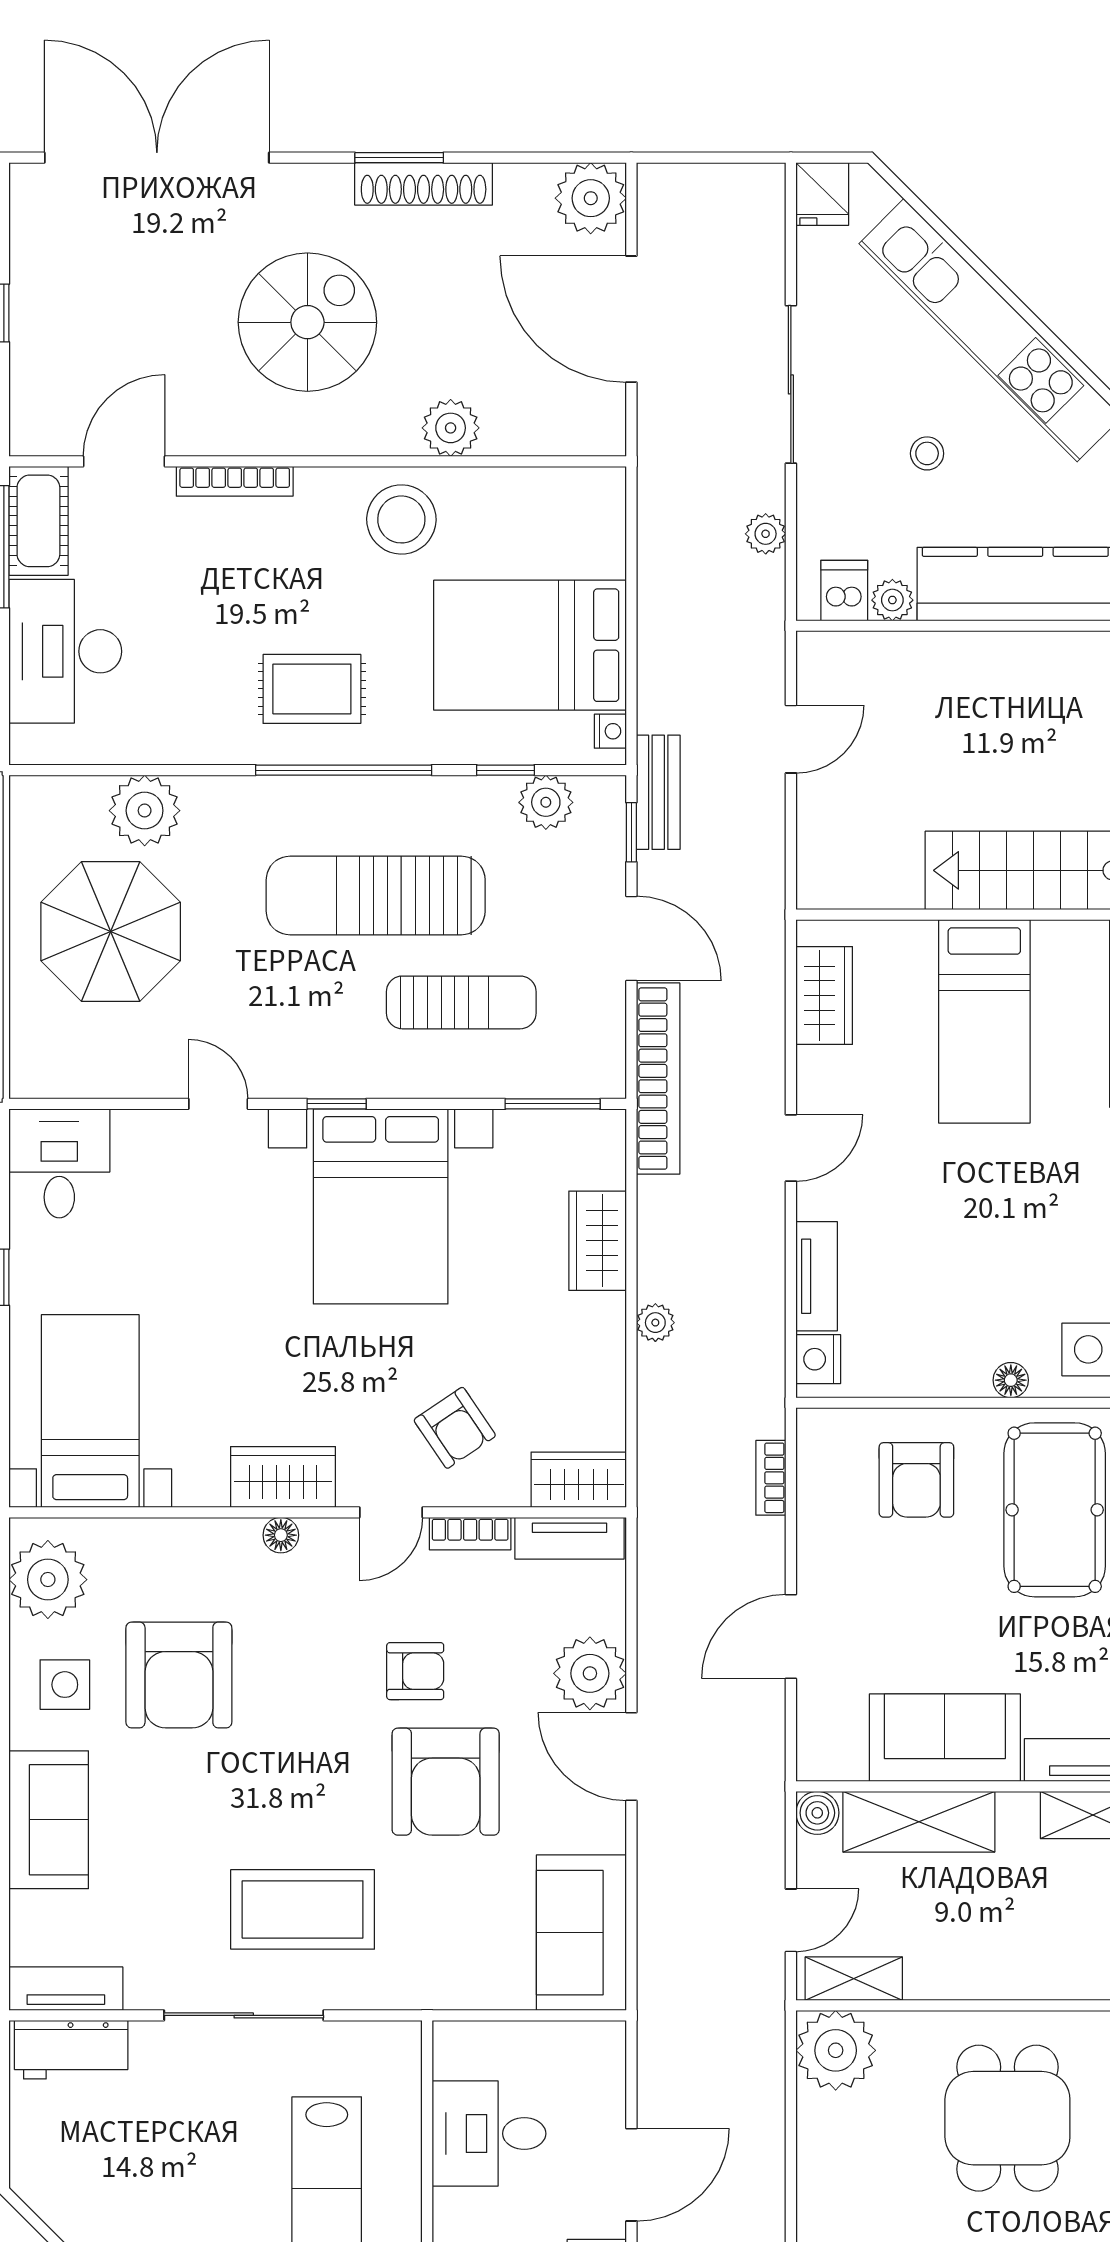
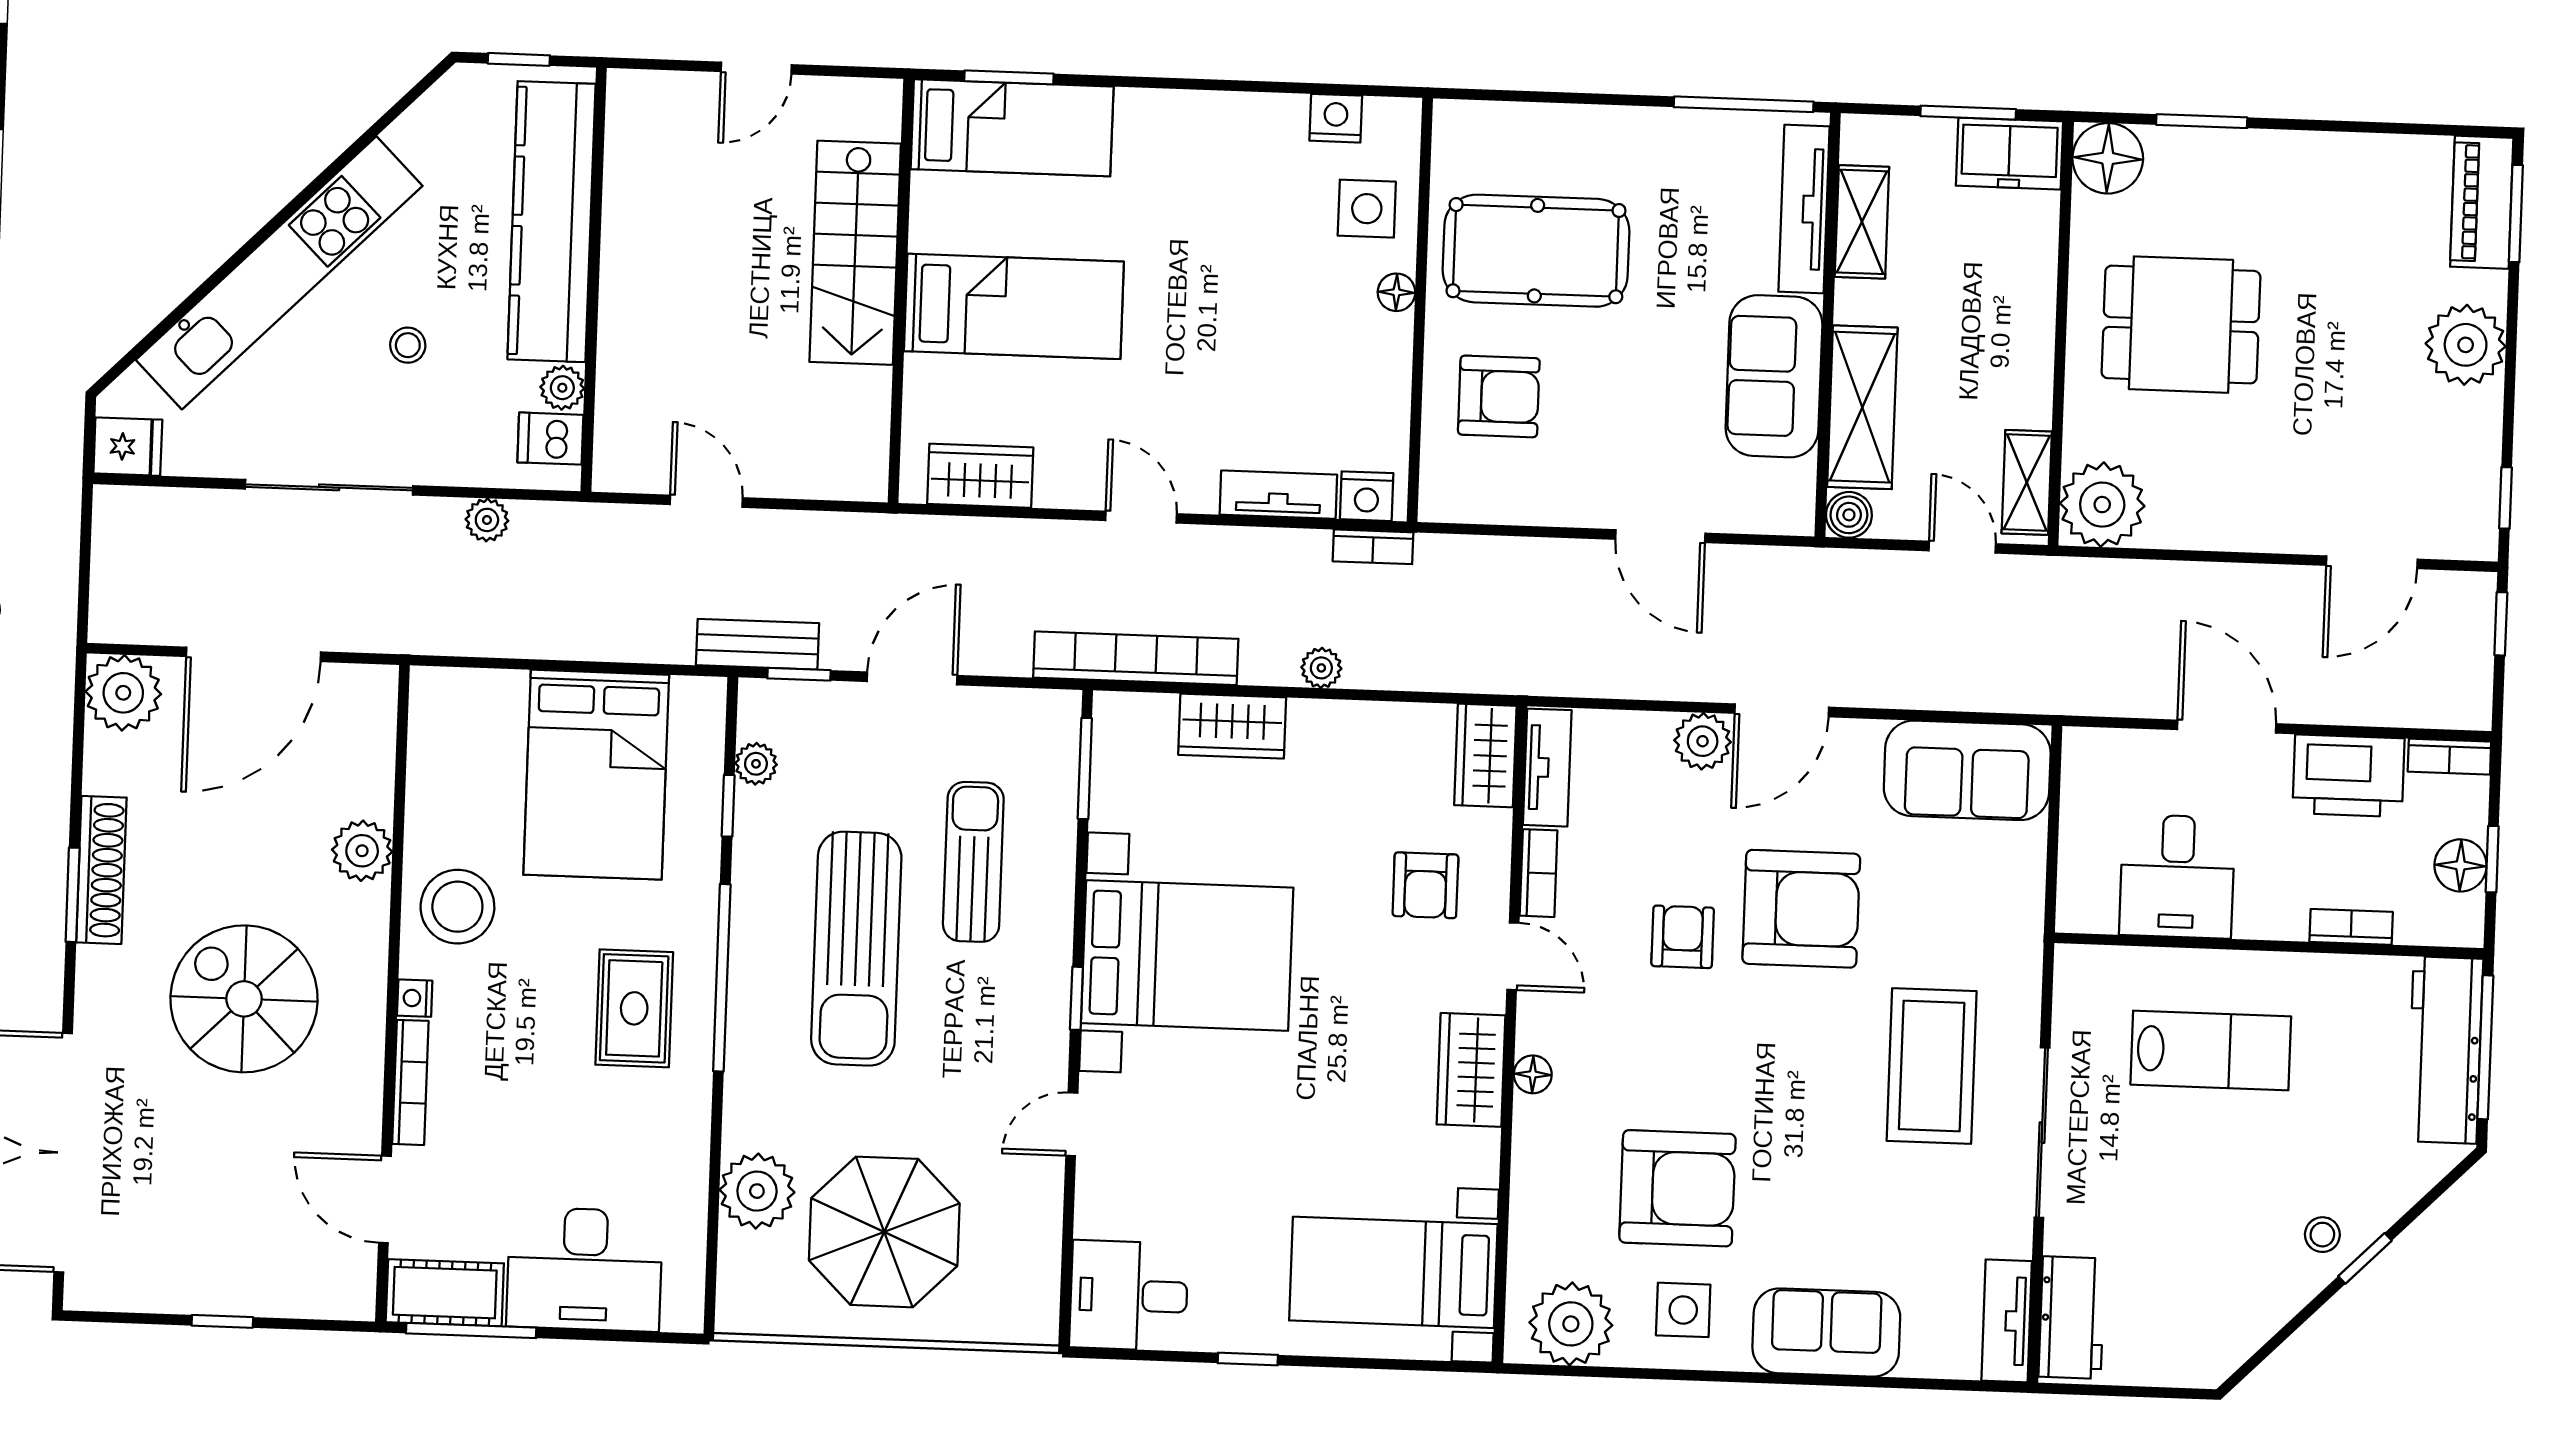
nightstand: (610, 731) -> (415, 998), moved, turned -90
plant: (546, 802) -> (756, 764), width x0.73, depth x0.73
bookcase: (658, 1079) -> (1136, 658), moved
armchair: (455, 1428) -> (1425, 885), turned 124
bookcase: (771, 1478) -> (1373, 547), moved
plant: (590, 1673) -> (1703, 741), width x0.73, depth x0.73

